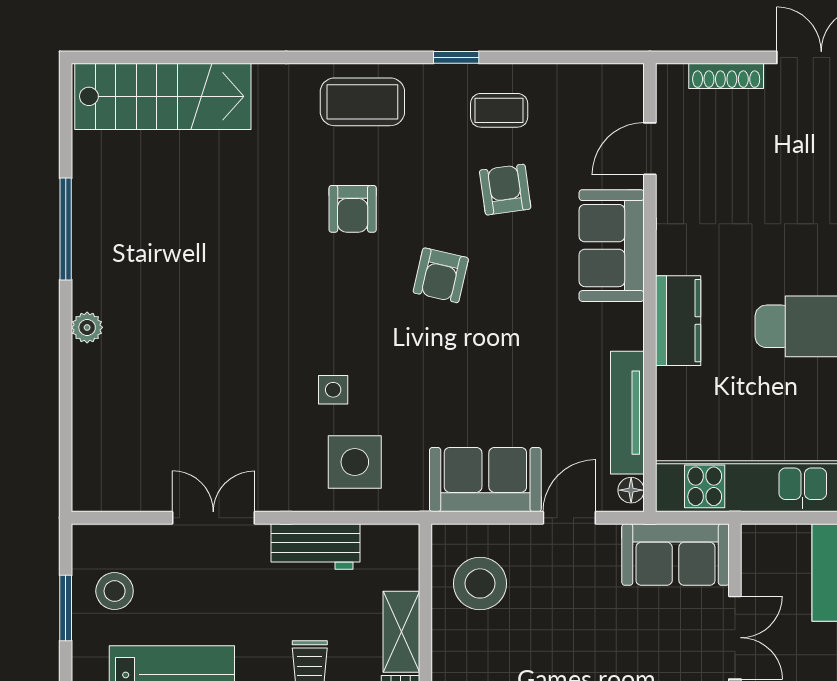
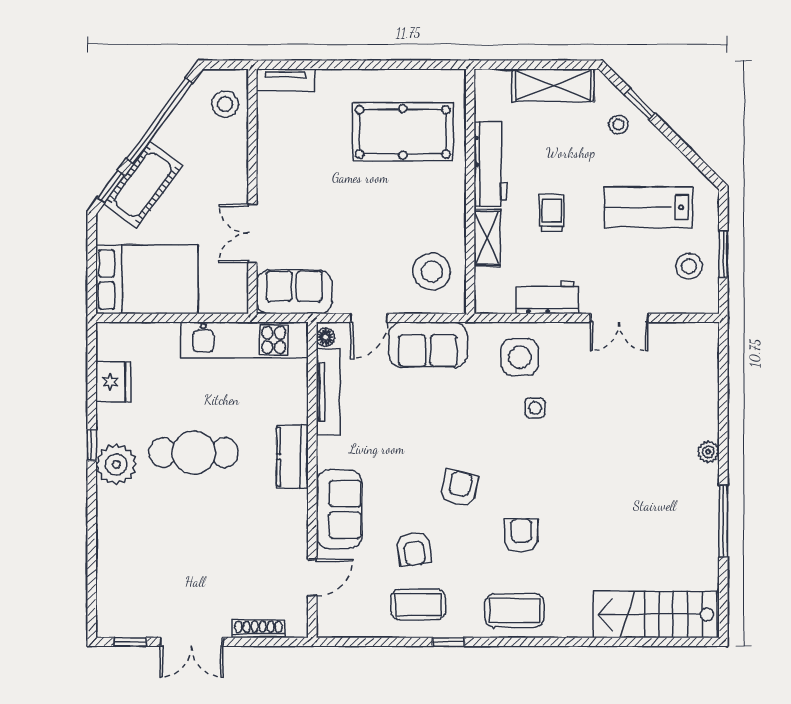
coffee table: (499, 110) -> (418, 605), width x1.36, depth x1.30

